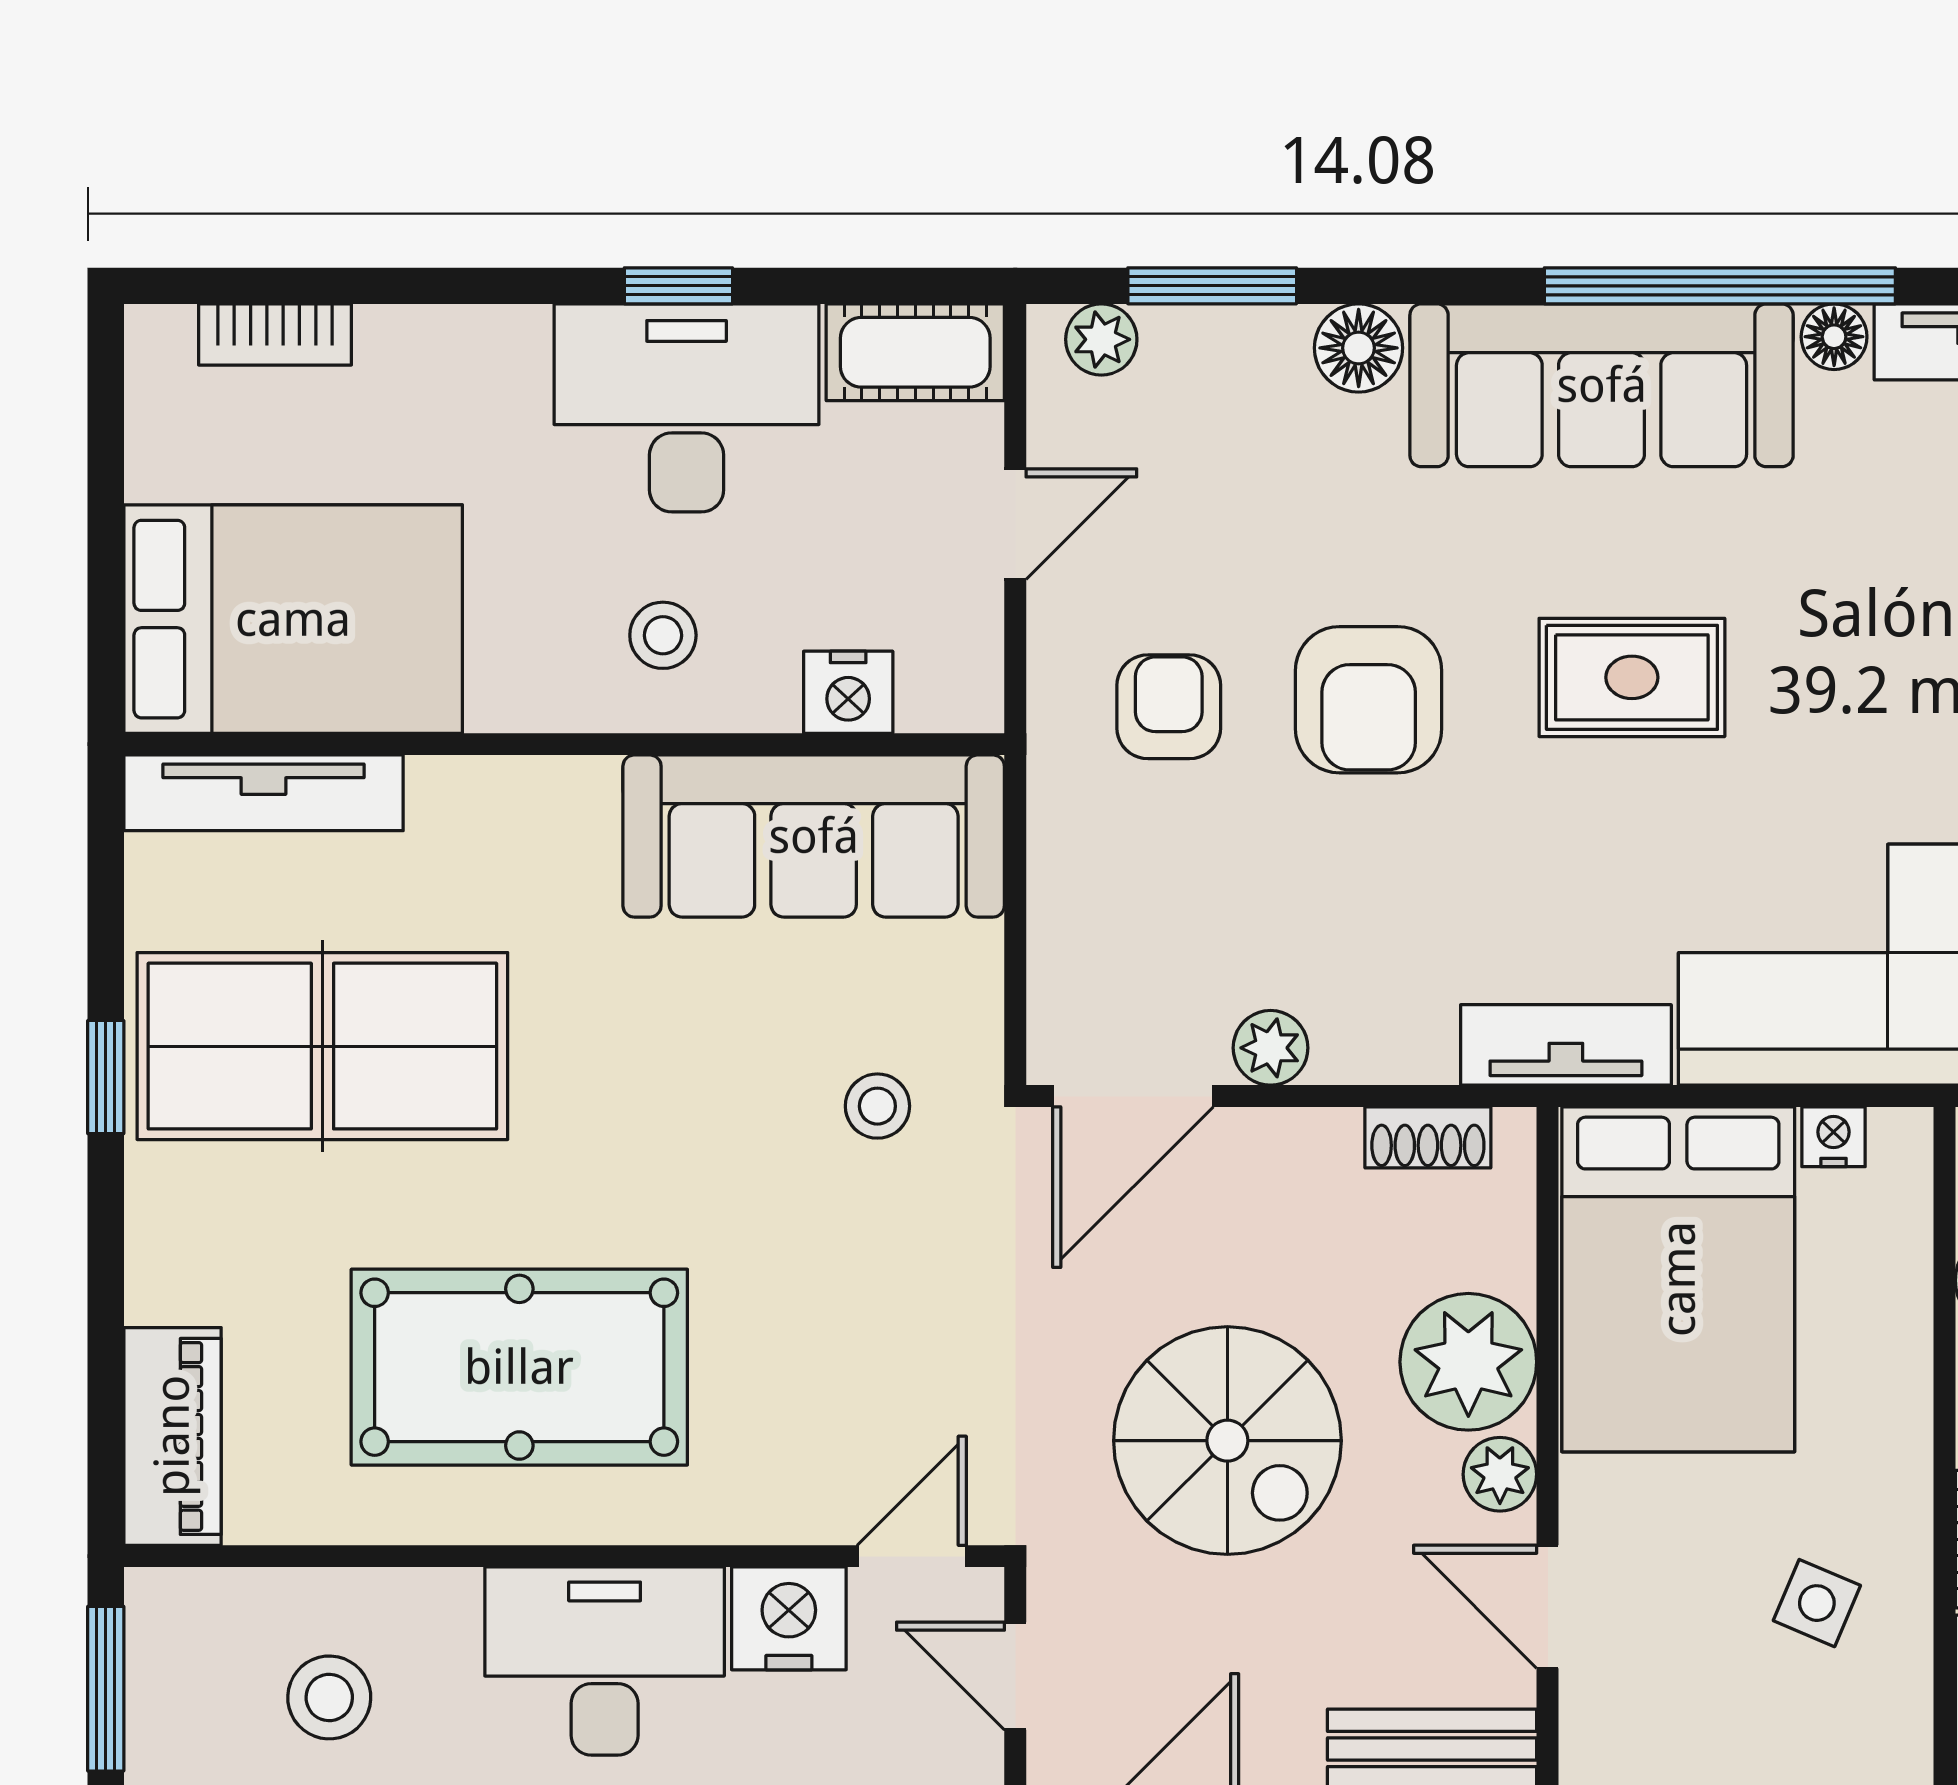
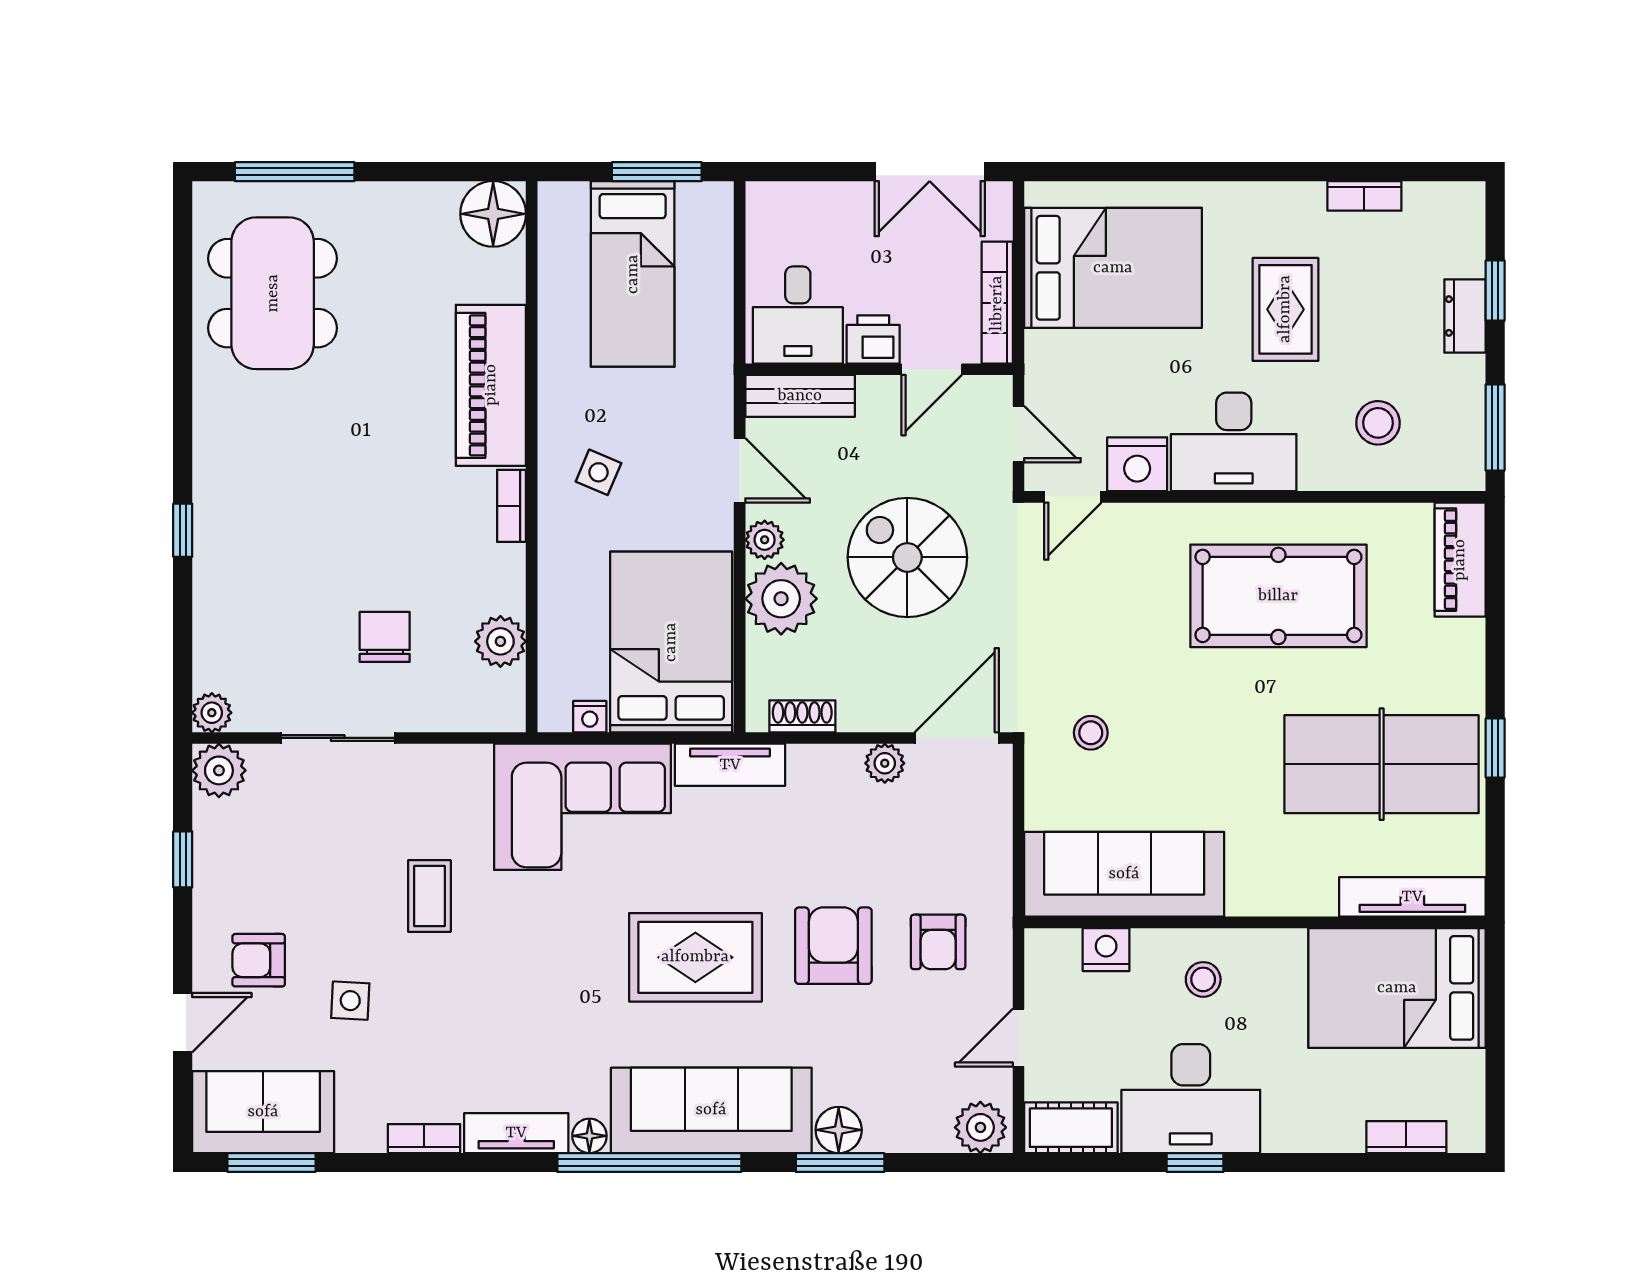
window: (1212, 286) -> (840, 1163), moved
plant: (1101, 339) -> (980, 1127), width x1.38, depth x1.38
rug: (1632, 677) -> (695, 957), width x1.36, depth x1.43

